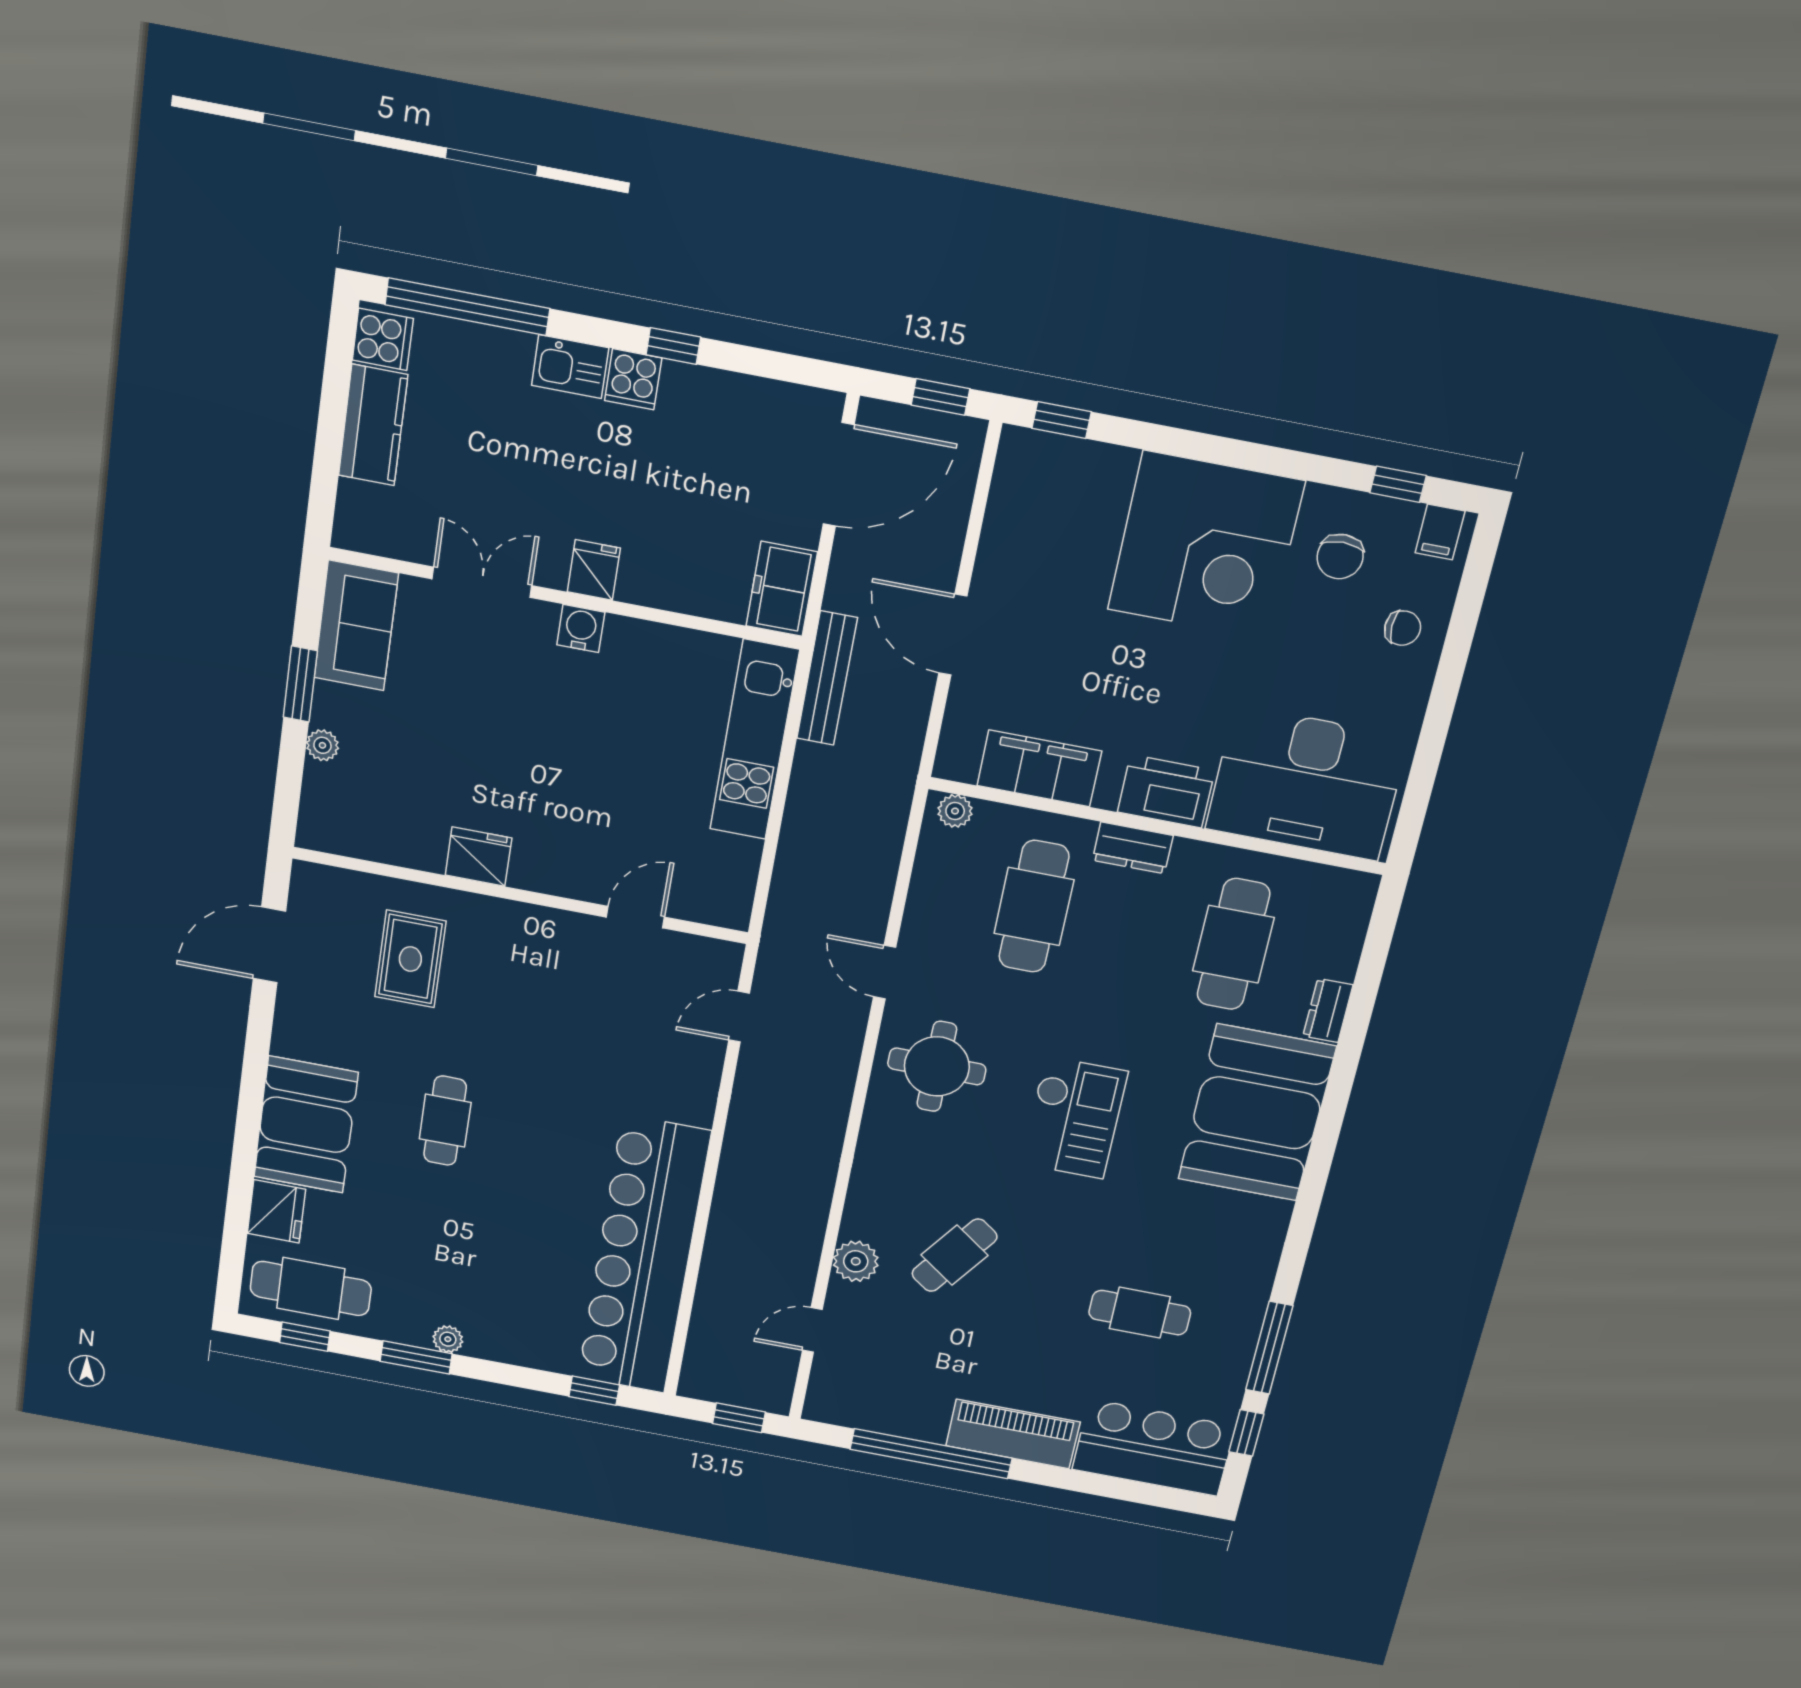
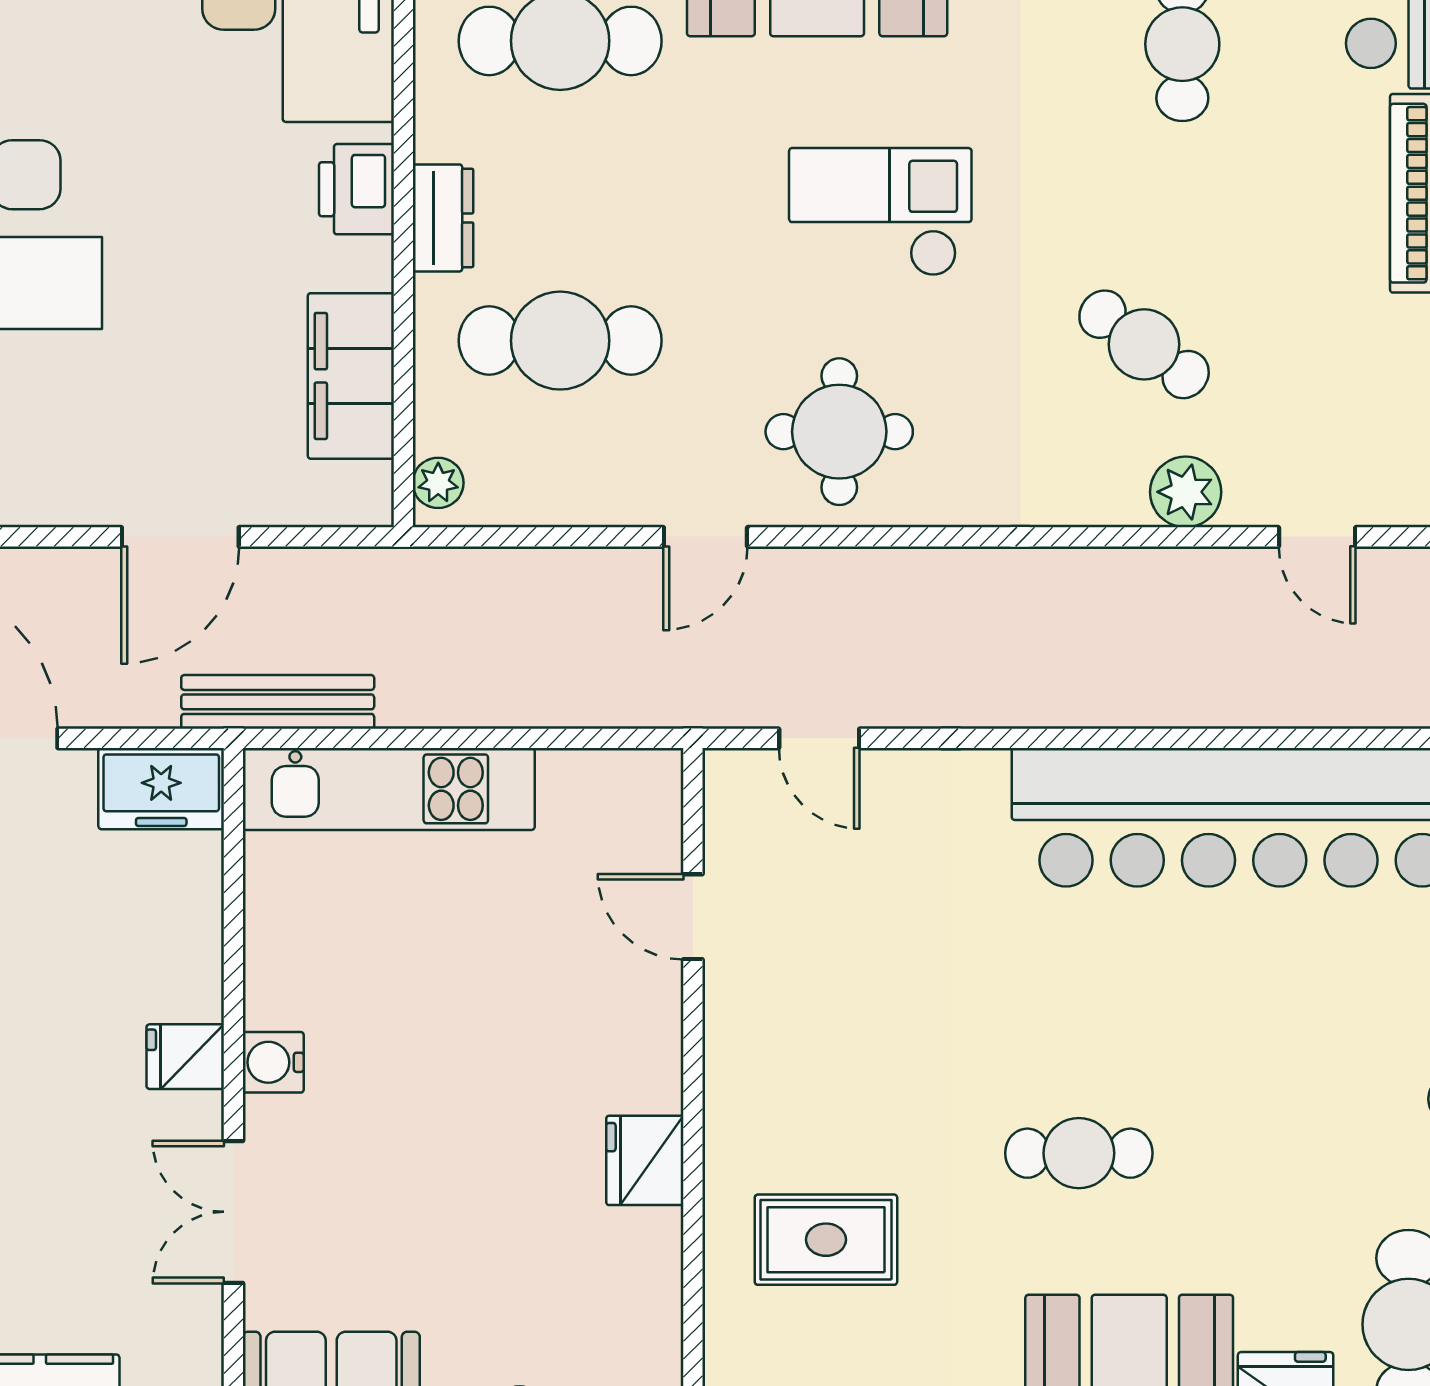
printer: (1166, 791) -> (356, 189), width x0.73, depth x0.84

